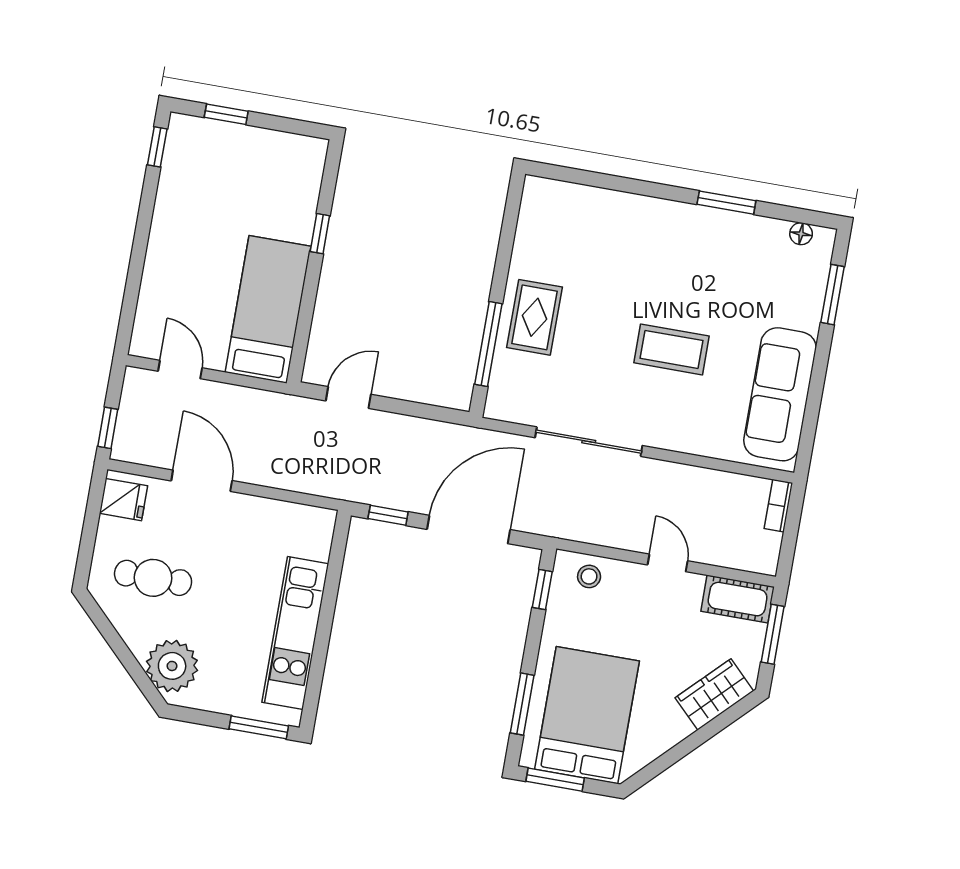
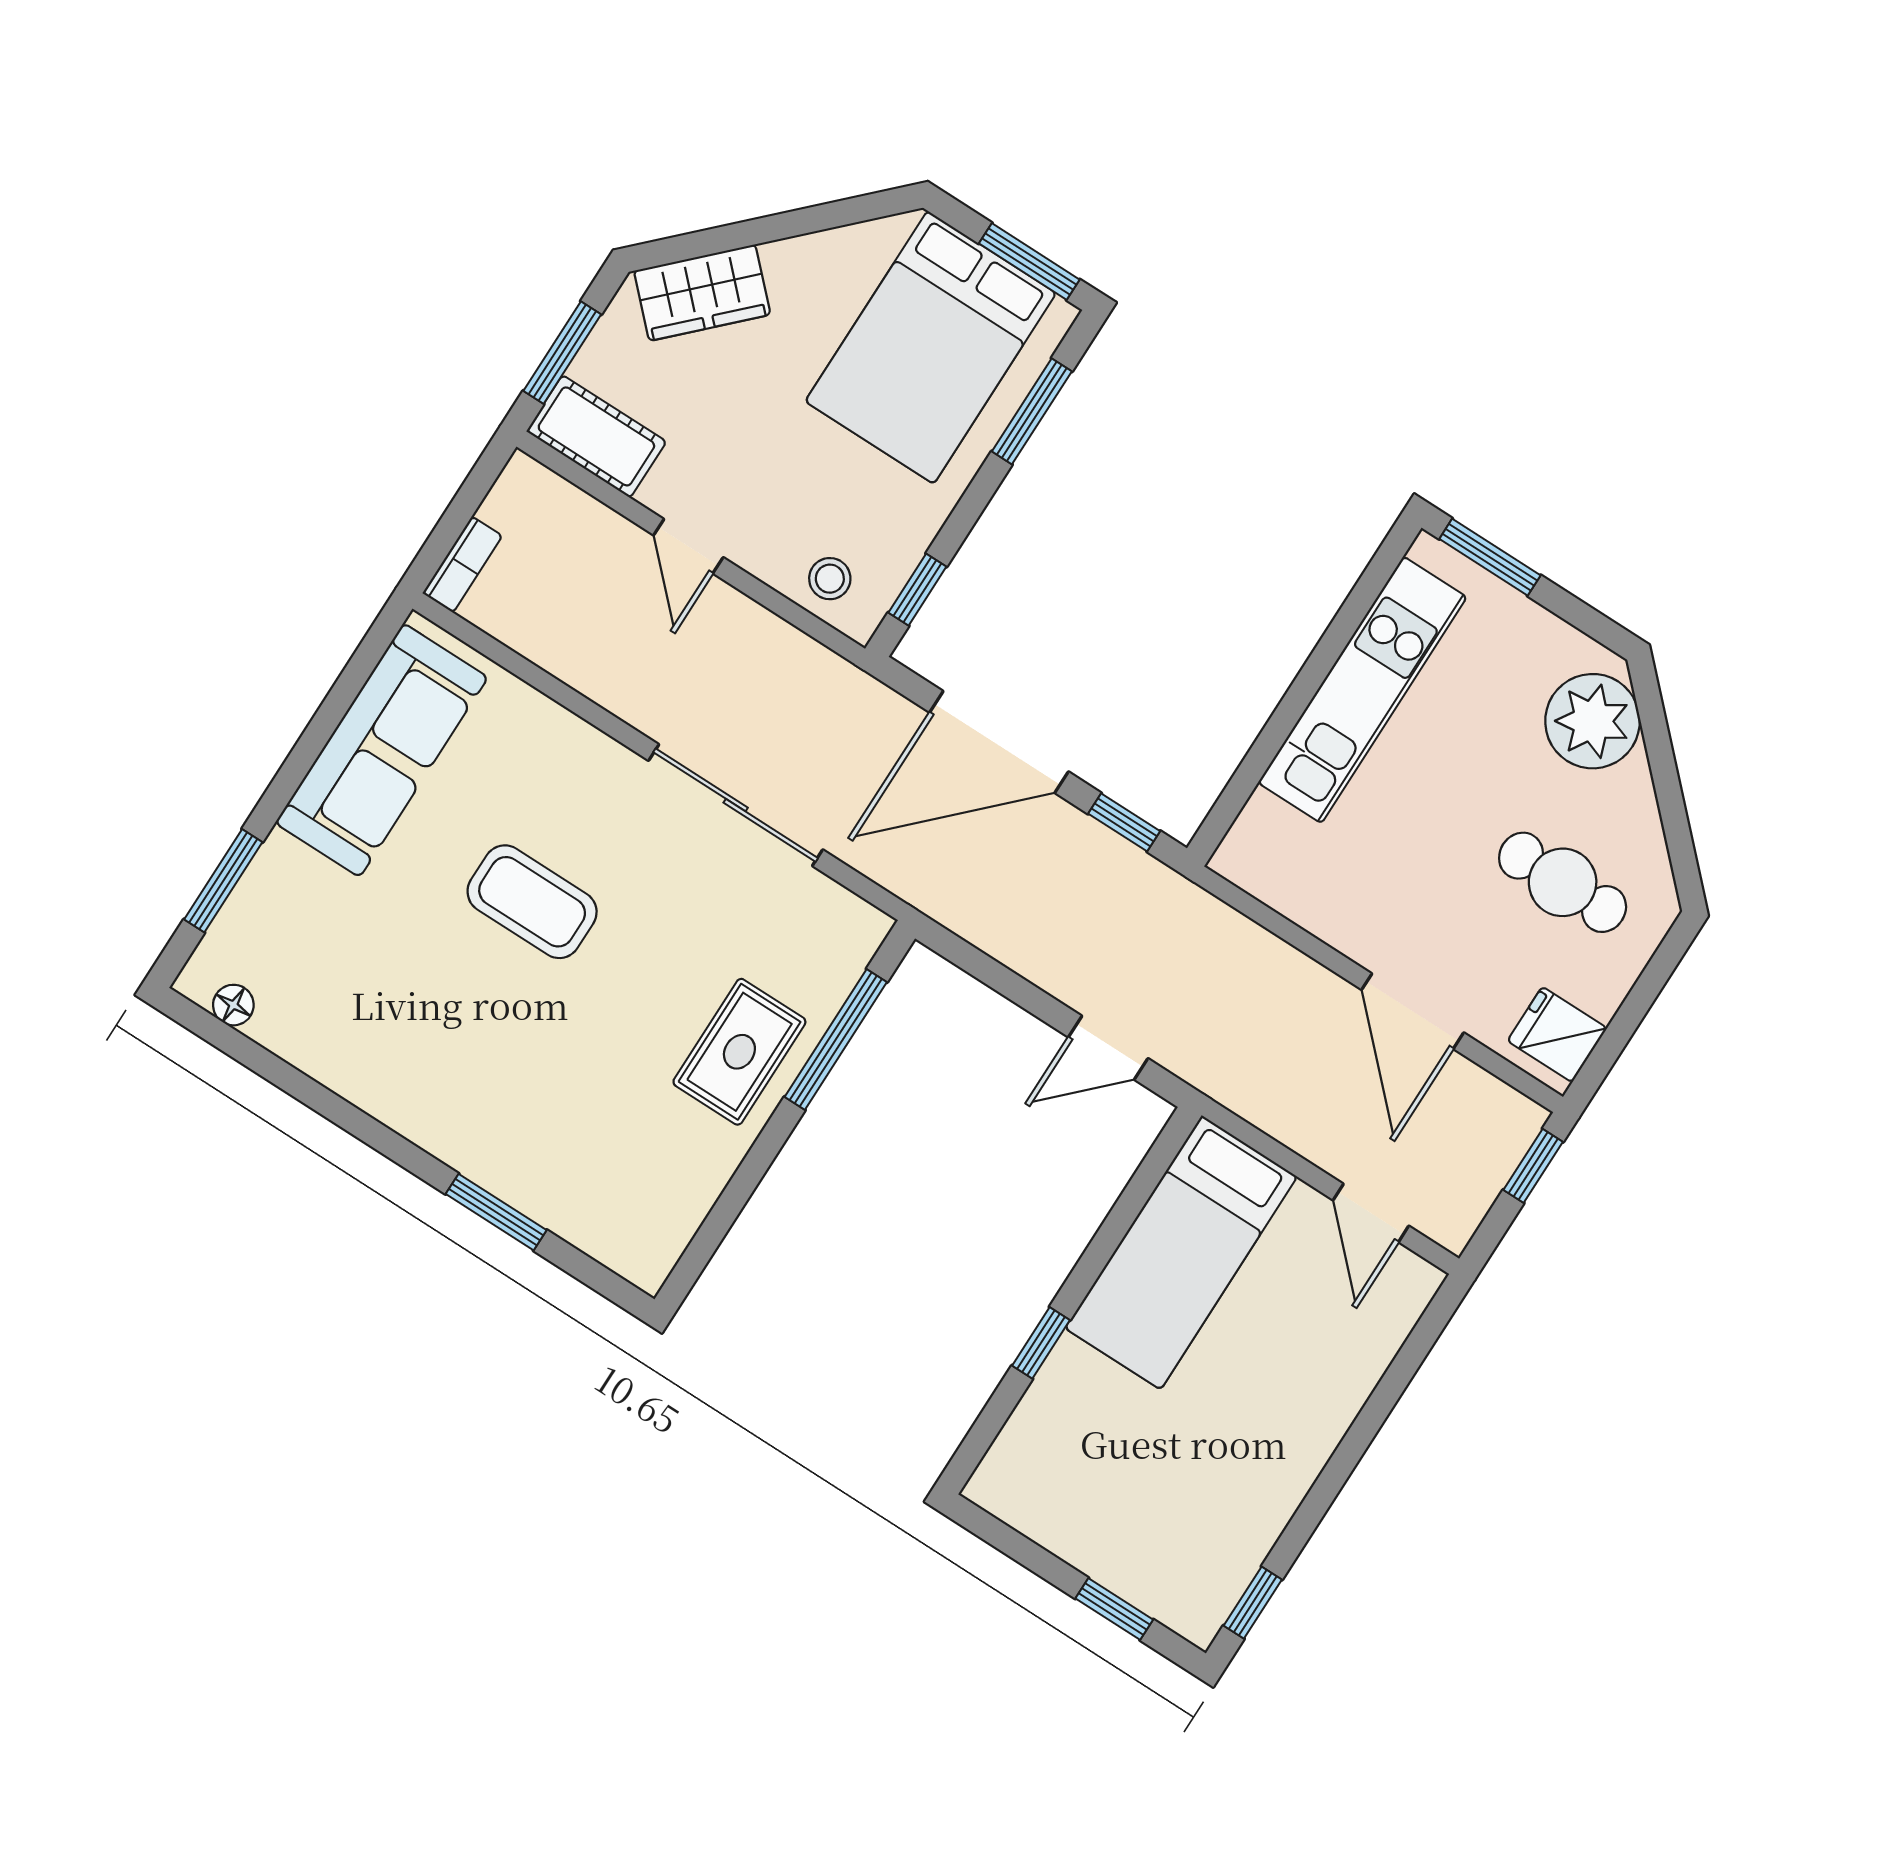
window: (726, 203) -> (496, 1212), moved

